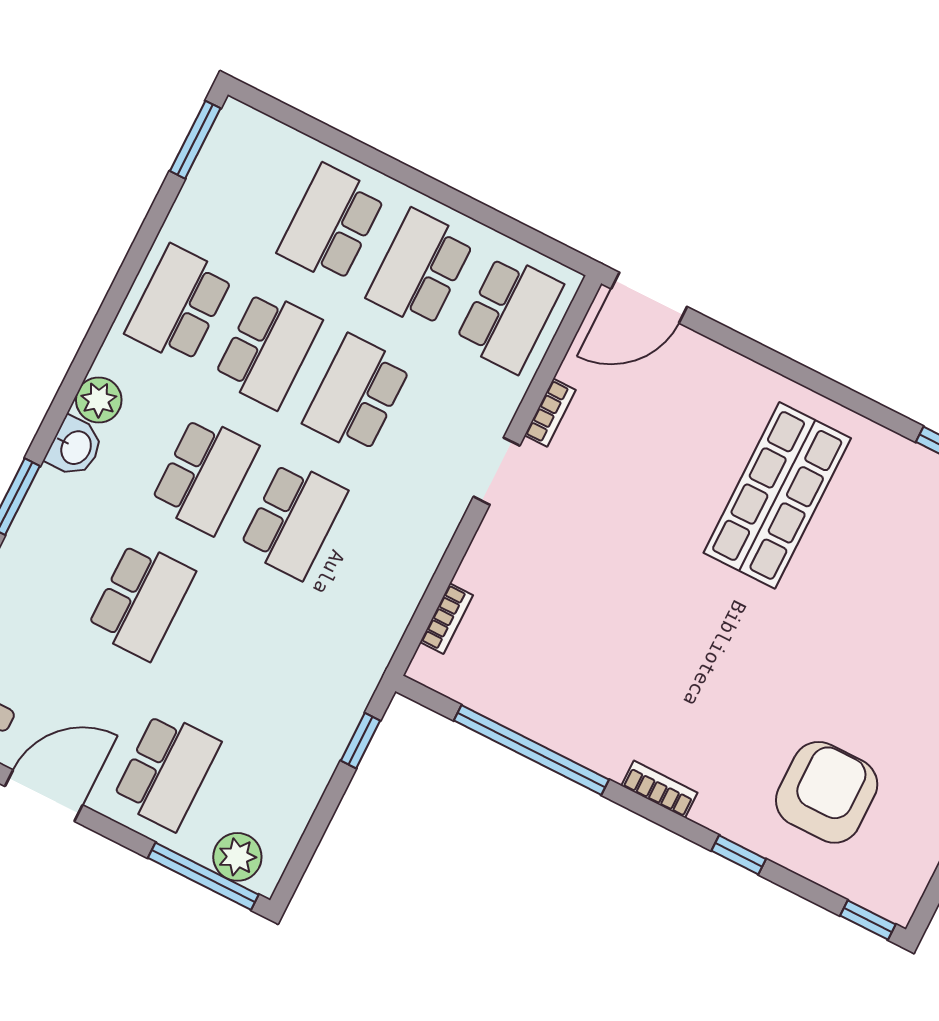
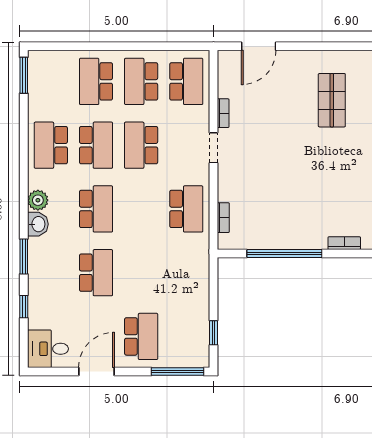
door: (649, 298) -> (259, 46), moved
shop shelf: (777, 495) -> (332, 100), width x0.70, depth x0.74
school desk: (293, 520) -> (186, 209), moved
window: (361, 741) -> (213, 333), moved
plant: (237, 857) -> (187, 357), removed

